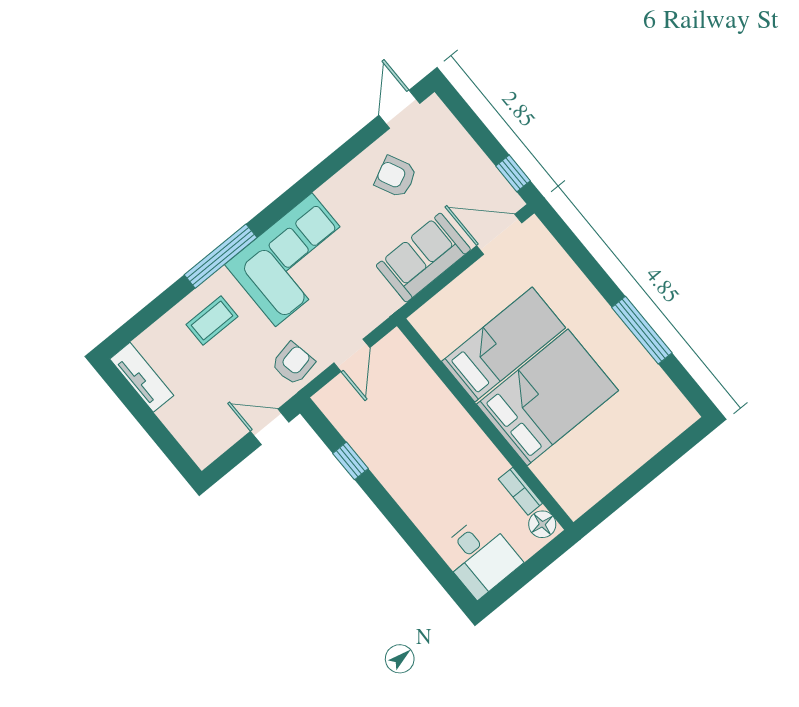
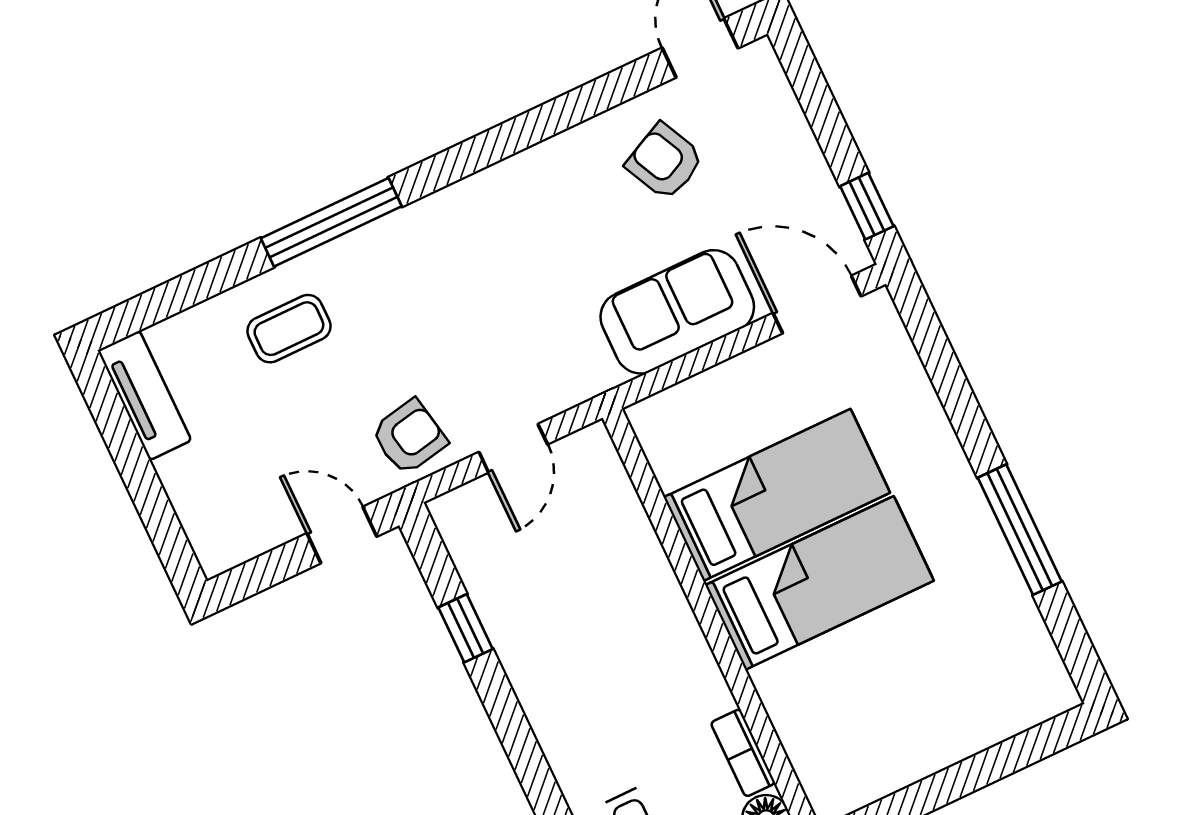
corner sofa: (294, 260) -> (455, 260), removed
bed: (547, 397) -> (819, 583), width x0.67

